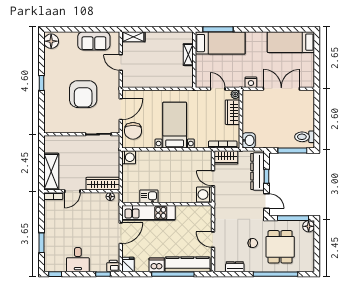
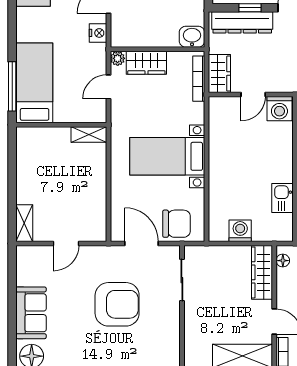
sofa: (94, 41) -> (31, 313), moved
shelving: (188, 55) -> (89, 134), moved
washing machine: (129, 157) -> (240, 231), moved

